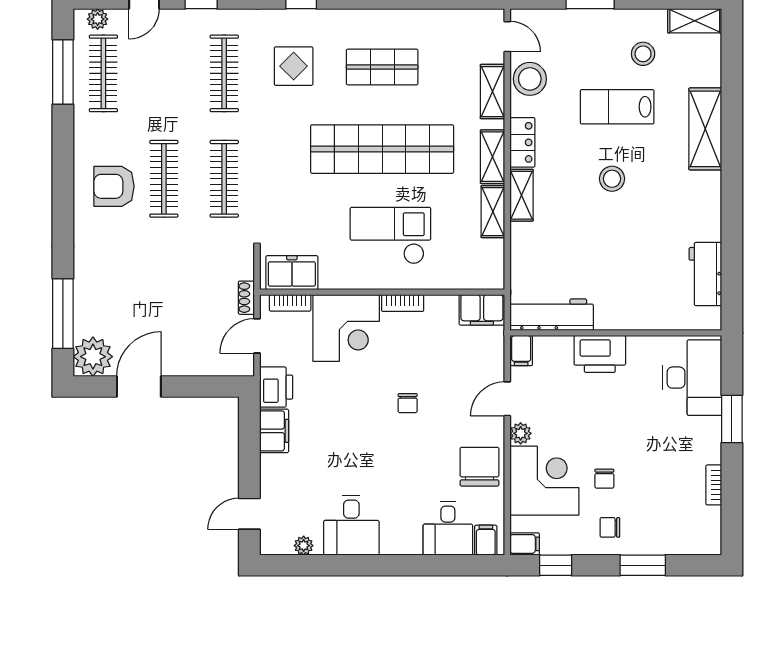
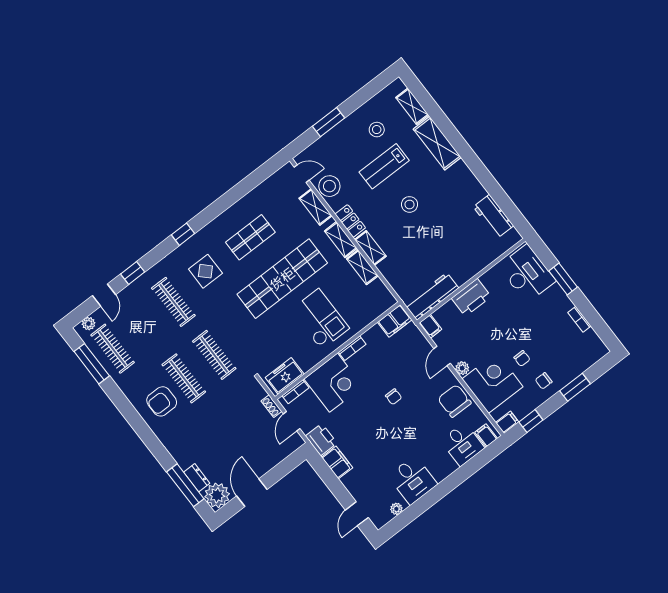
shelving: (695, 21) -> (412, 106), moved, turned 90
checkout: (390, 236) -> (320, 319), turned 90
dresser: (84, 315) -> (197, 478), added

